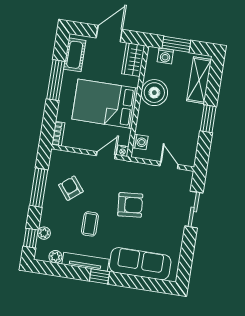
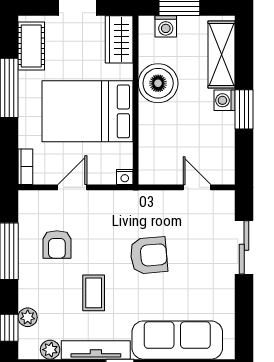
washing machine: (140, 142) -> (225, 100), moved, turned 180
door: (106, 155) -> (72, 187), moved
armchair: (71, 188) -> (57, 244), turned -141

